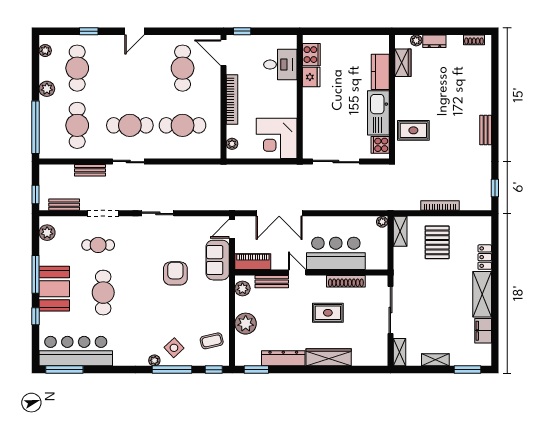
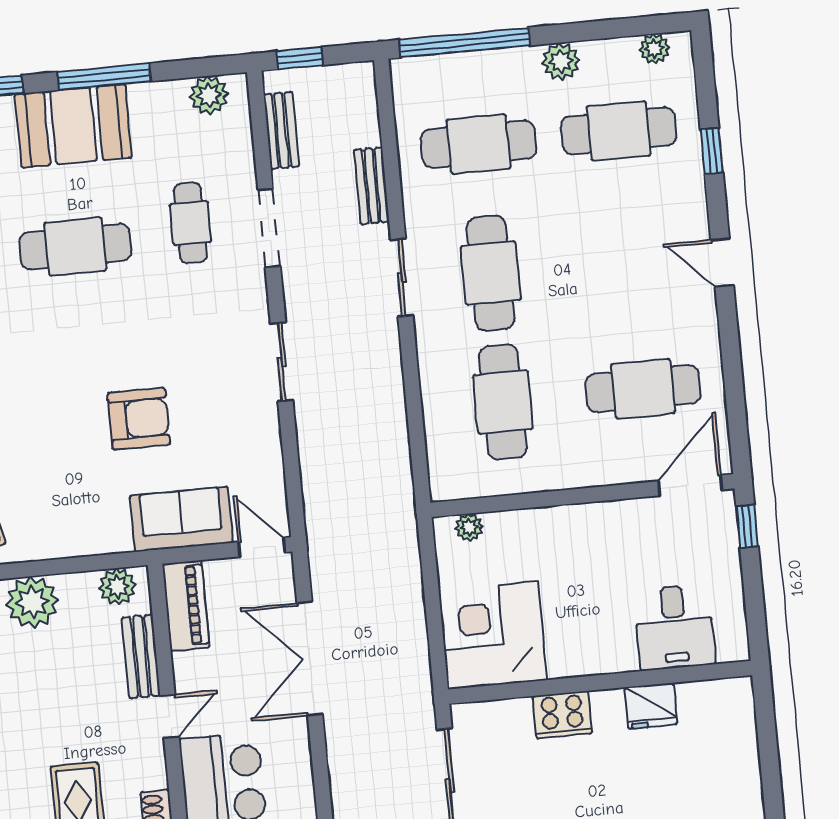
cooker: (311, 55) -> (562, 715), moved
bookcase: (232, 99) -> (578, 517), removed

